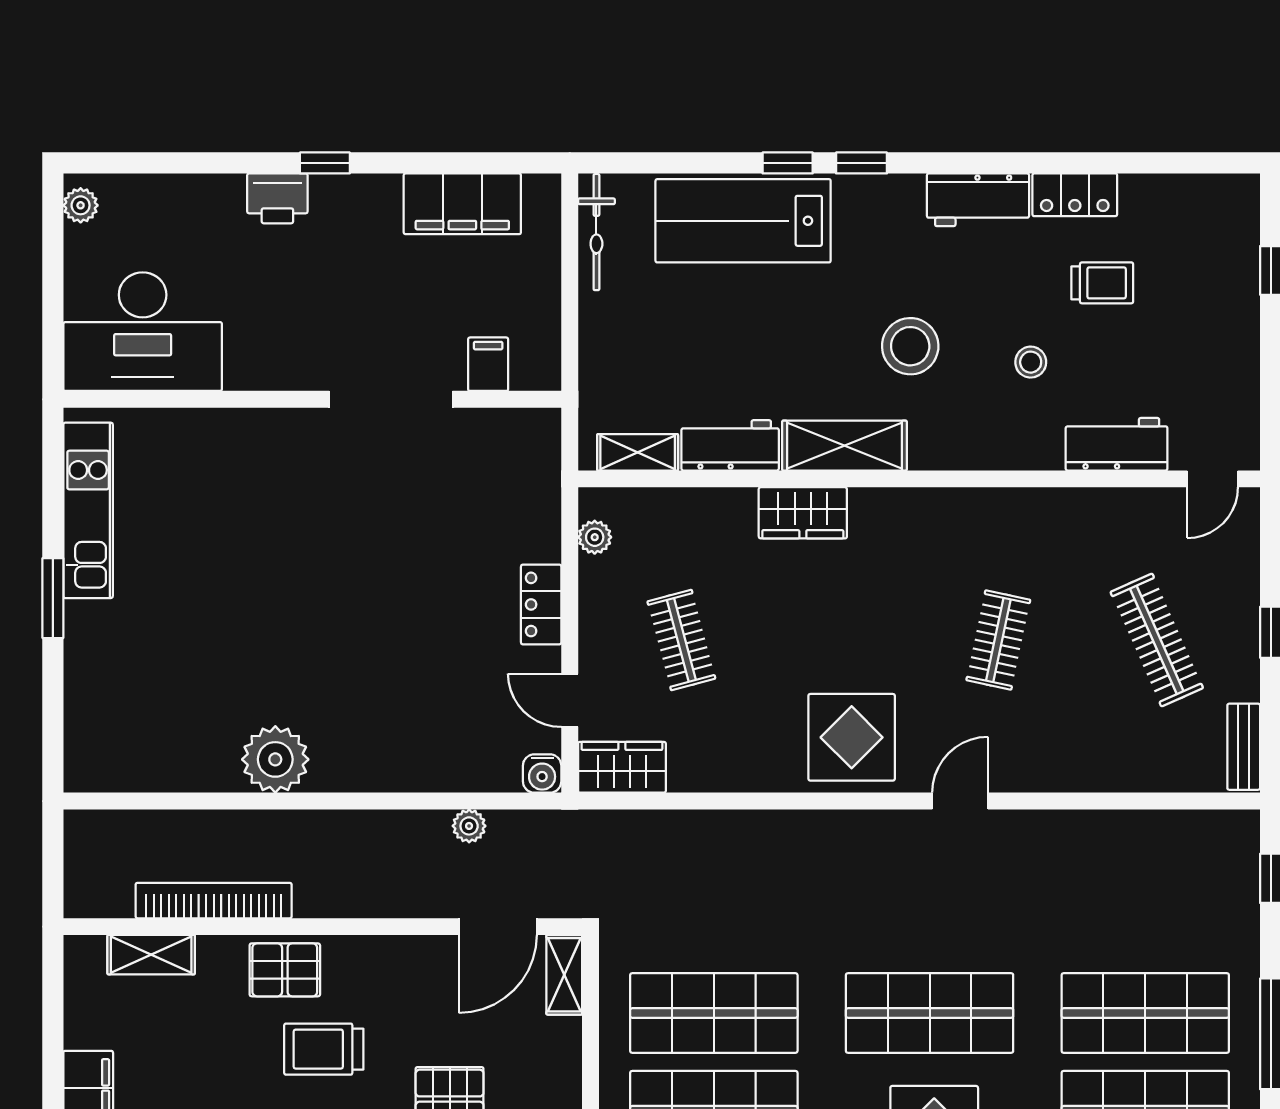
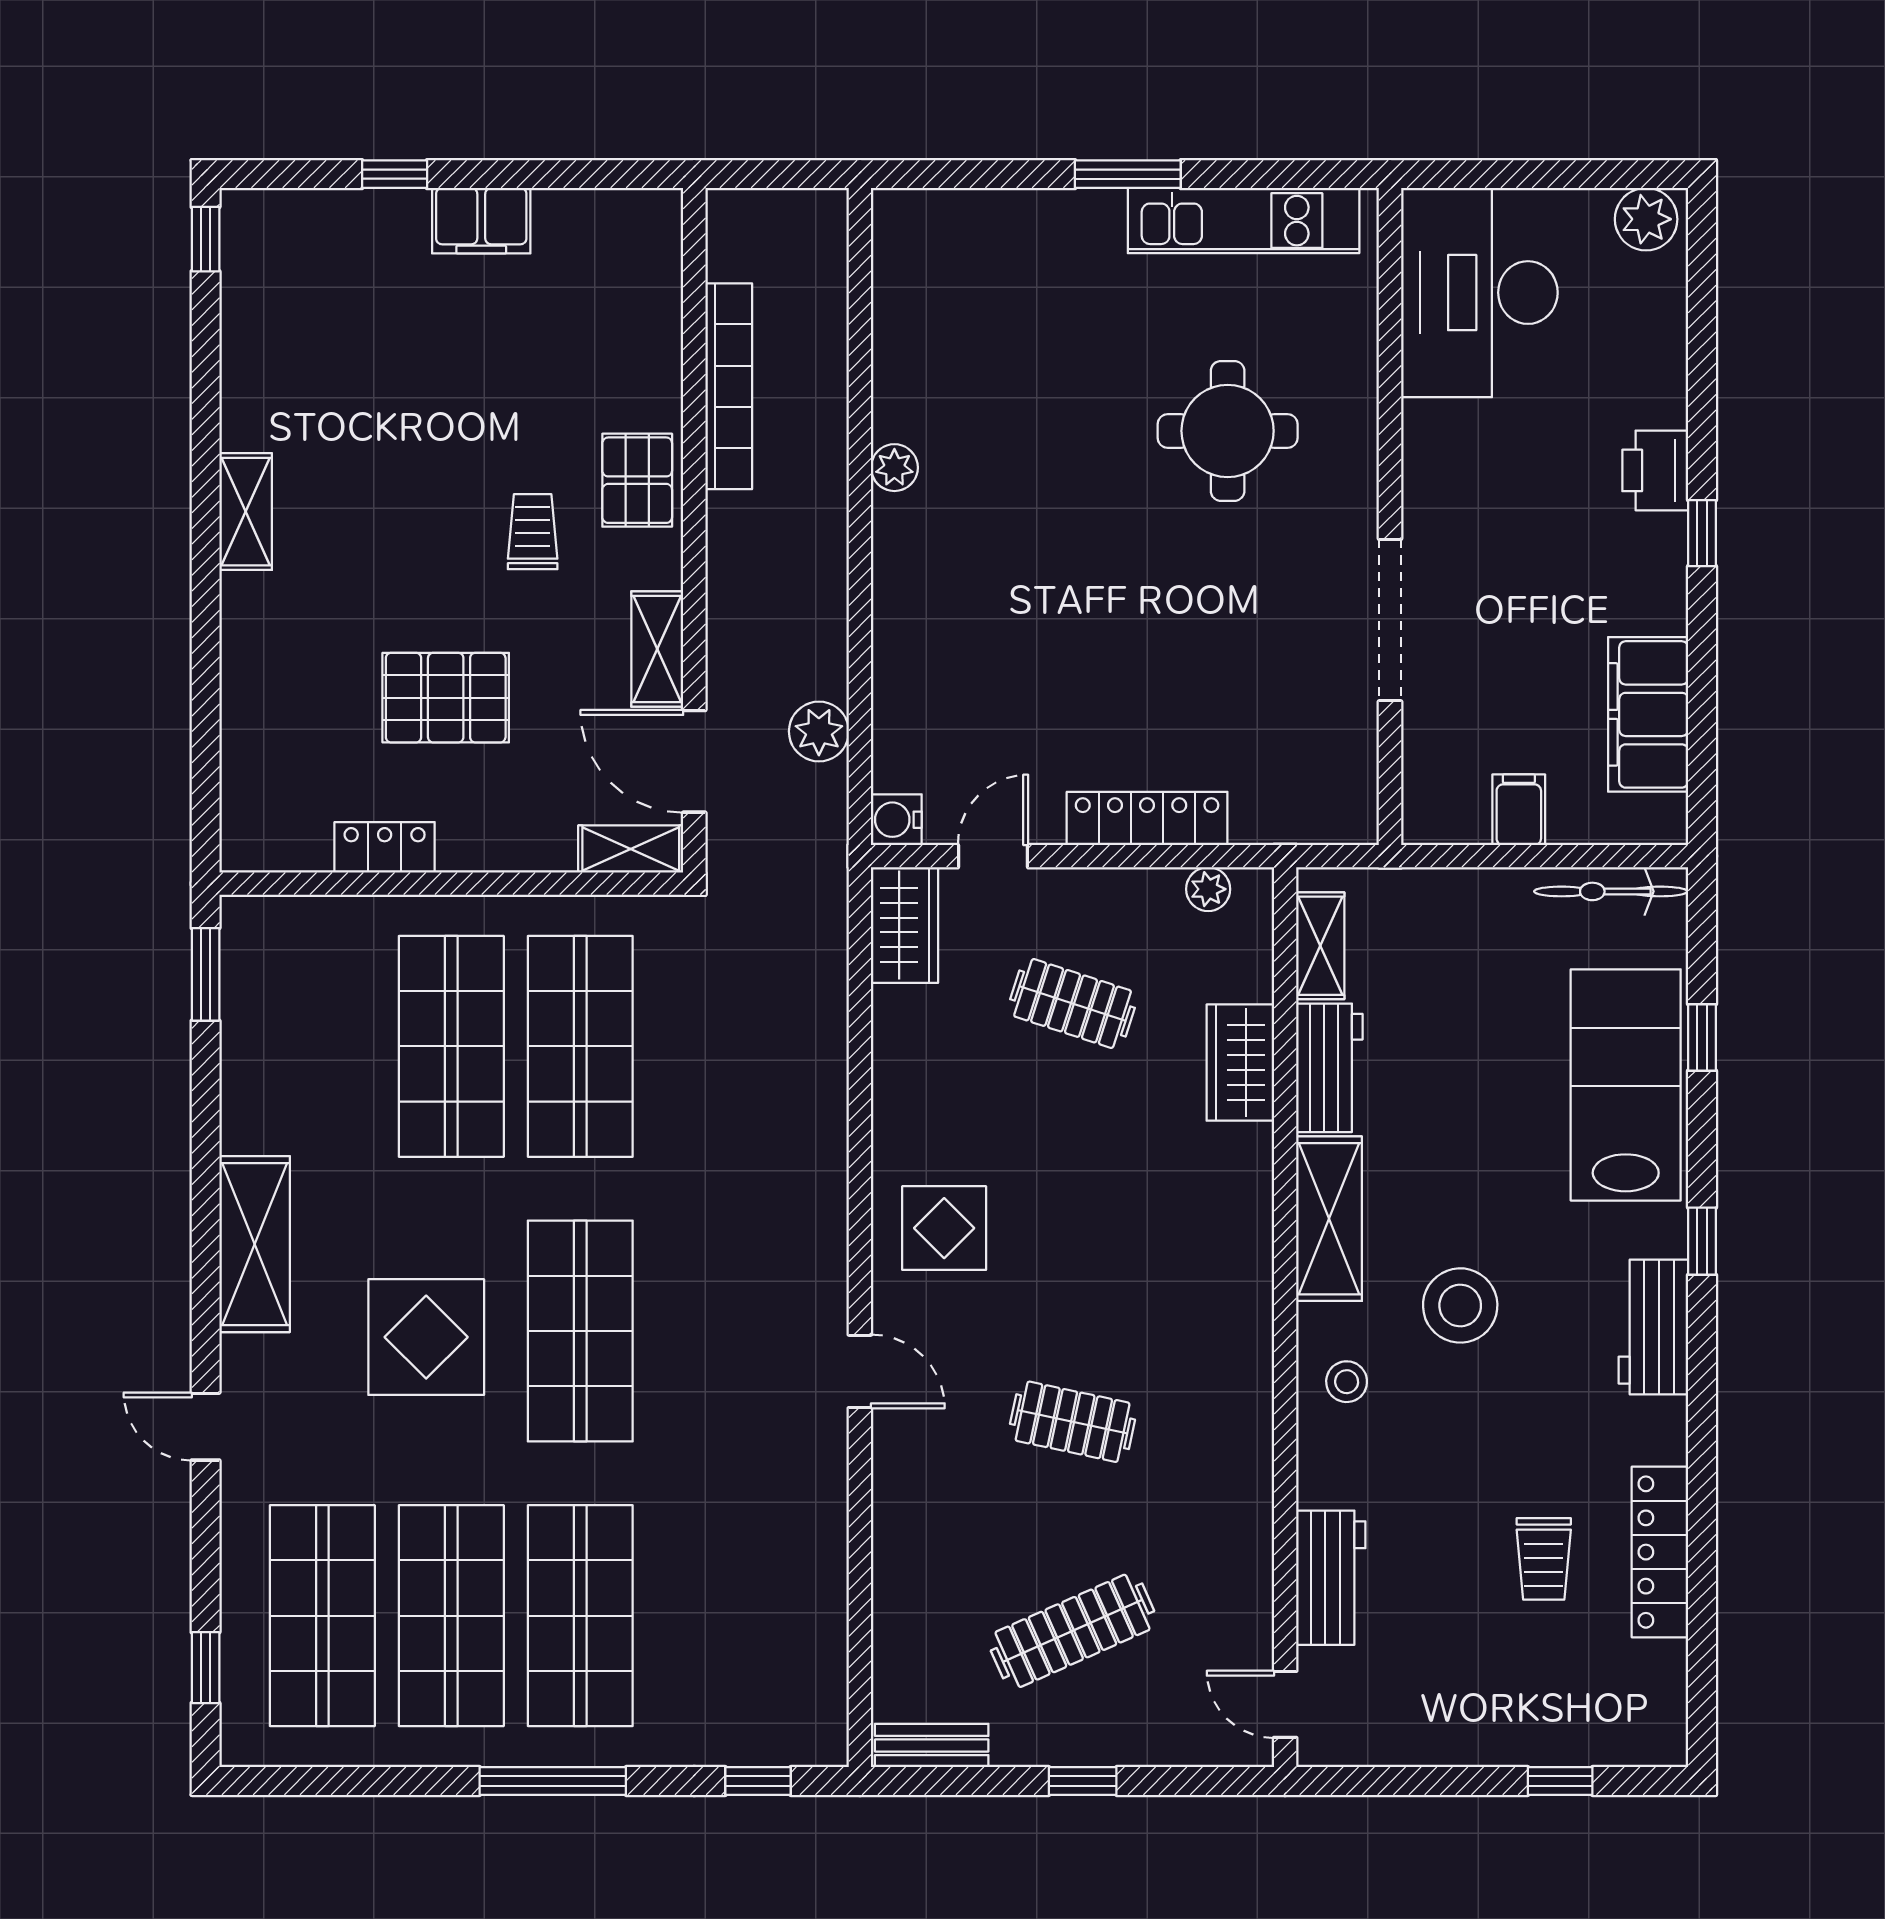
window: (788, 163) -> (1702, 1037), moved
locker: (1075, 195) -> (1660, 1552), width x1.53
workbench: (978, 200) -> (1653, 1327), moved
plant: (81, 205) -> (1646, 219), width x1.38, depth x1.38
stool: (1031, 362) -> (1347, 1382), moved
filing cabinet: (488, 364) -> (1519, 810), moved, turned -90
wardrobe: (803, 513) -> (1240, 1063), moved
round table: (248, 522) -> (1228, 431), added
locker: (541, 604) -> (1147, 818), width x1.53
clothes rail: (681, 640) -> (1073, 1003), turned 33
display table: (852, 737) -> (944, 1228), width x0.73, depth x0.73
plant: (275, 759) -> (894, 468), width x0.53, depth x0.53
plant: (469, 826) -> (819, 731), width x1.38, depth x1.38
shelving: (151, 955) -> (657, 649), moved
trolley: (324, 1049) -> (533, 532), width x0.73, depth x0.72

